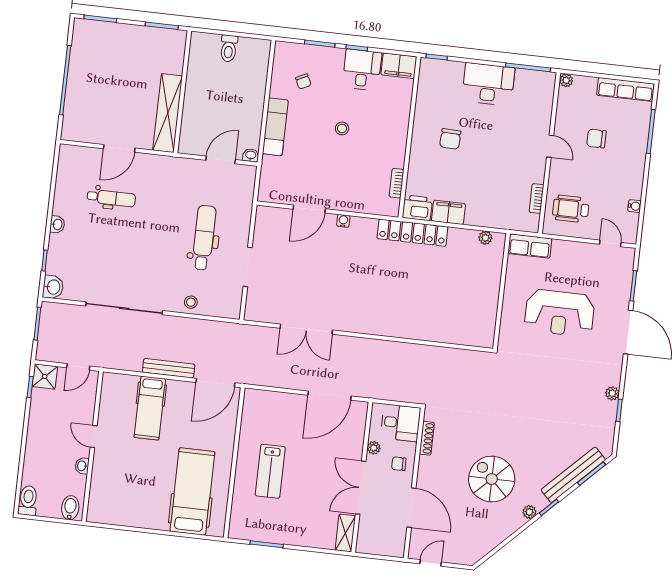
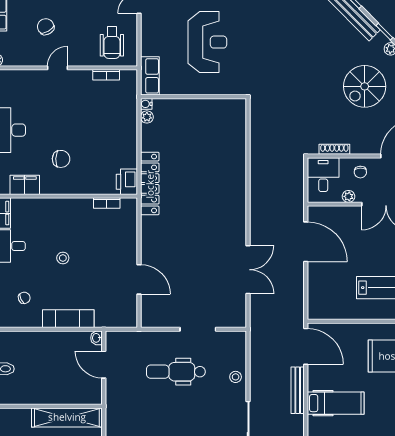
chair: (596, 139) -> (46, 27), turned 150
filing cabinet: (448, 212) -> (25, 185), moved, turned 90
water cooler: (343, 221) -> (146, 104), moved

